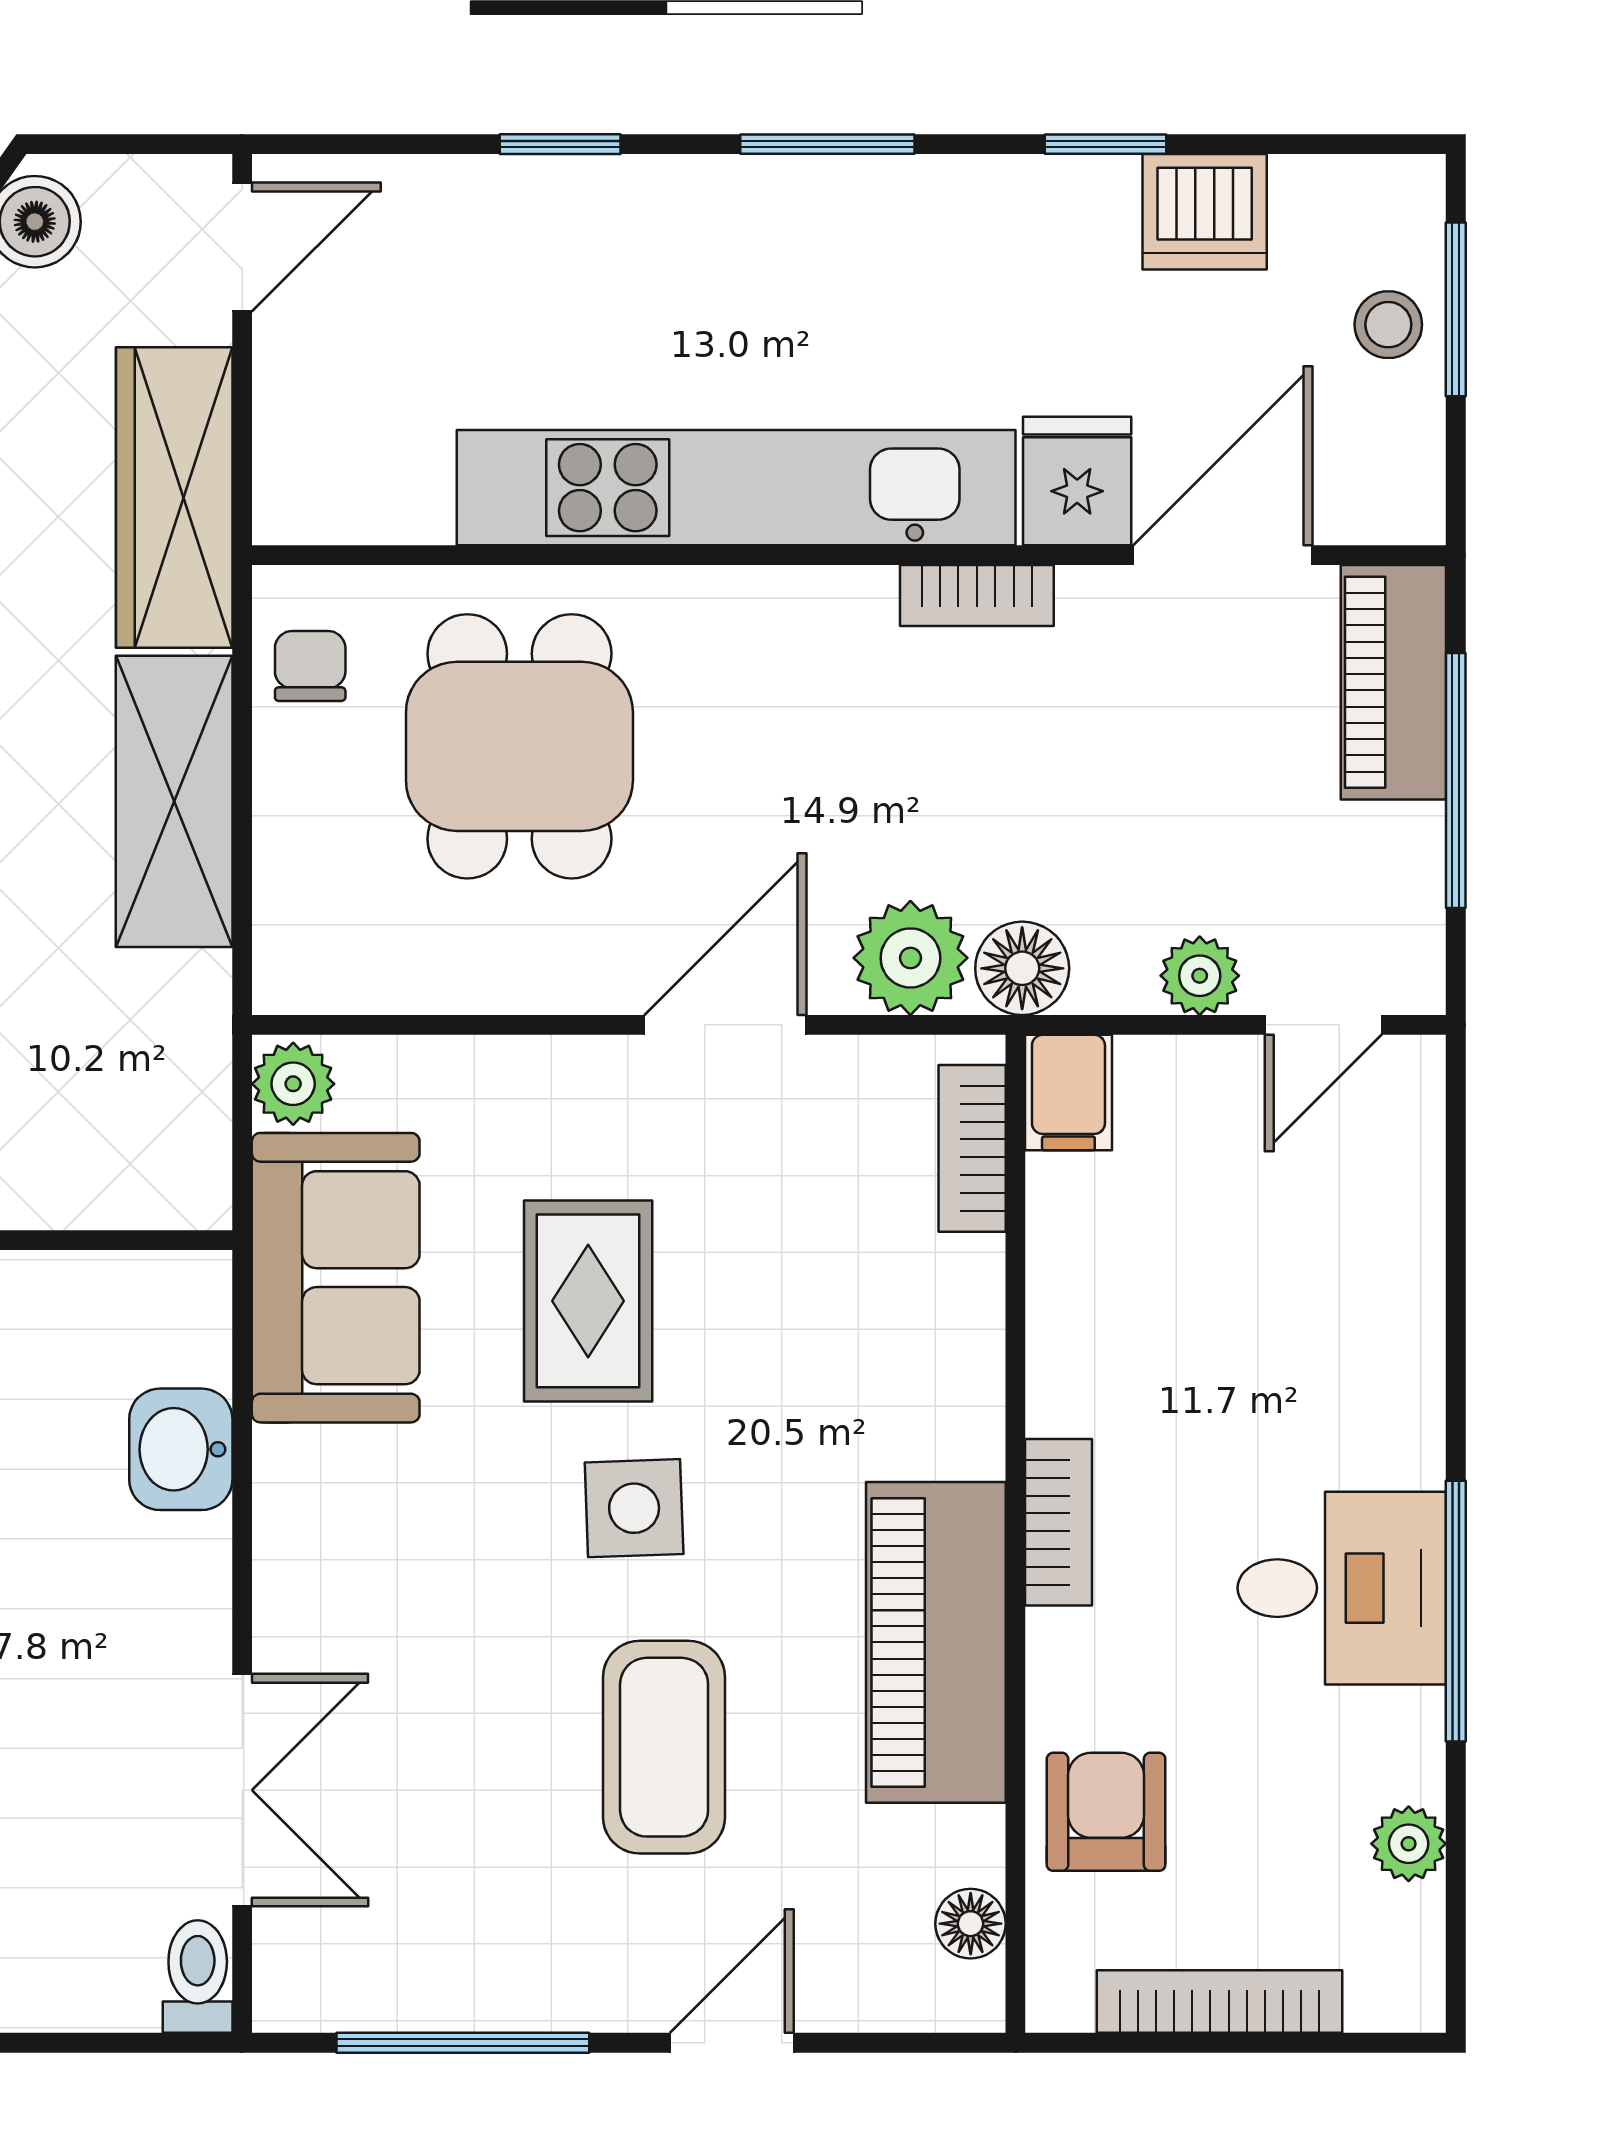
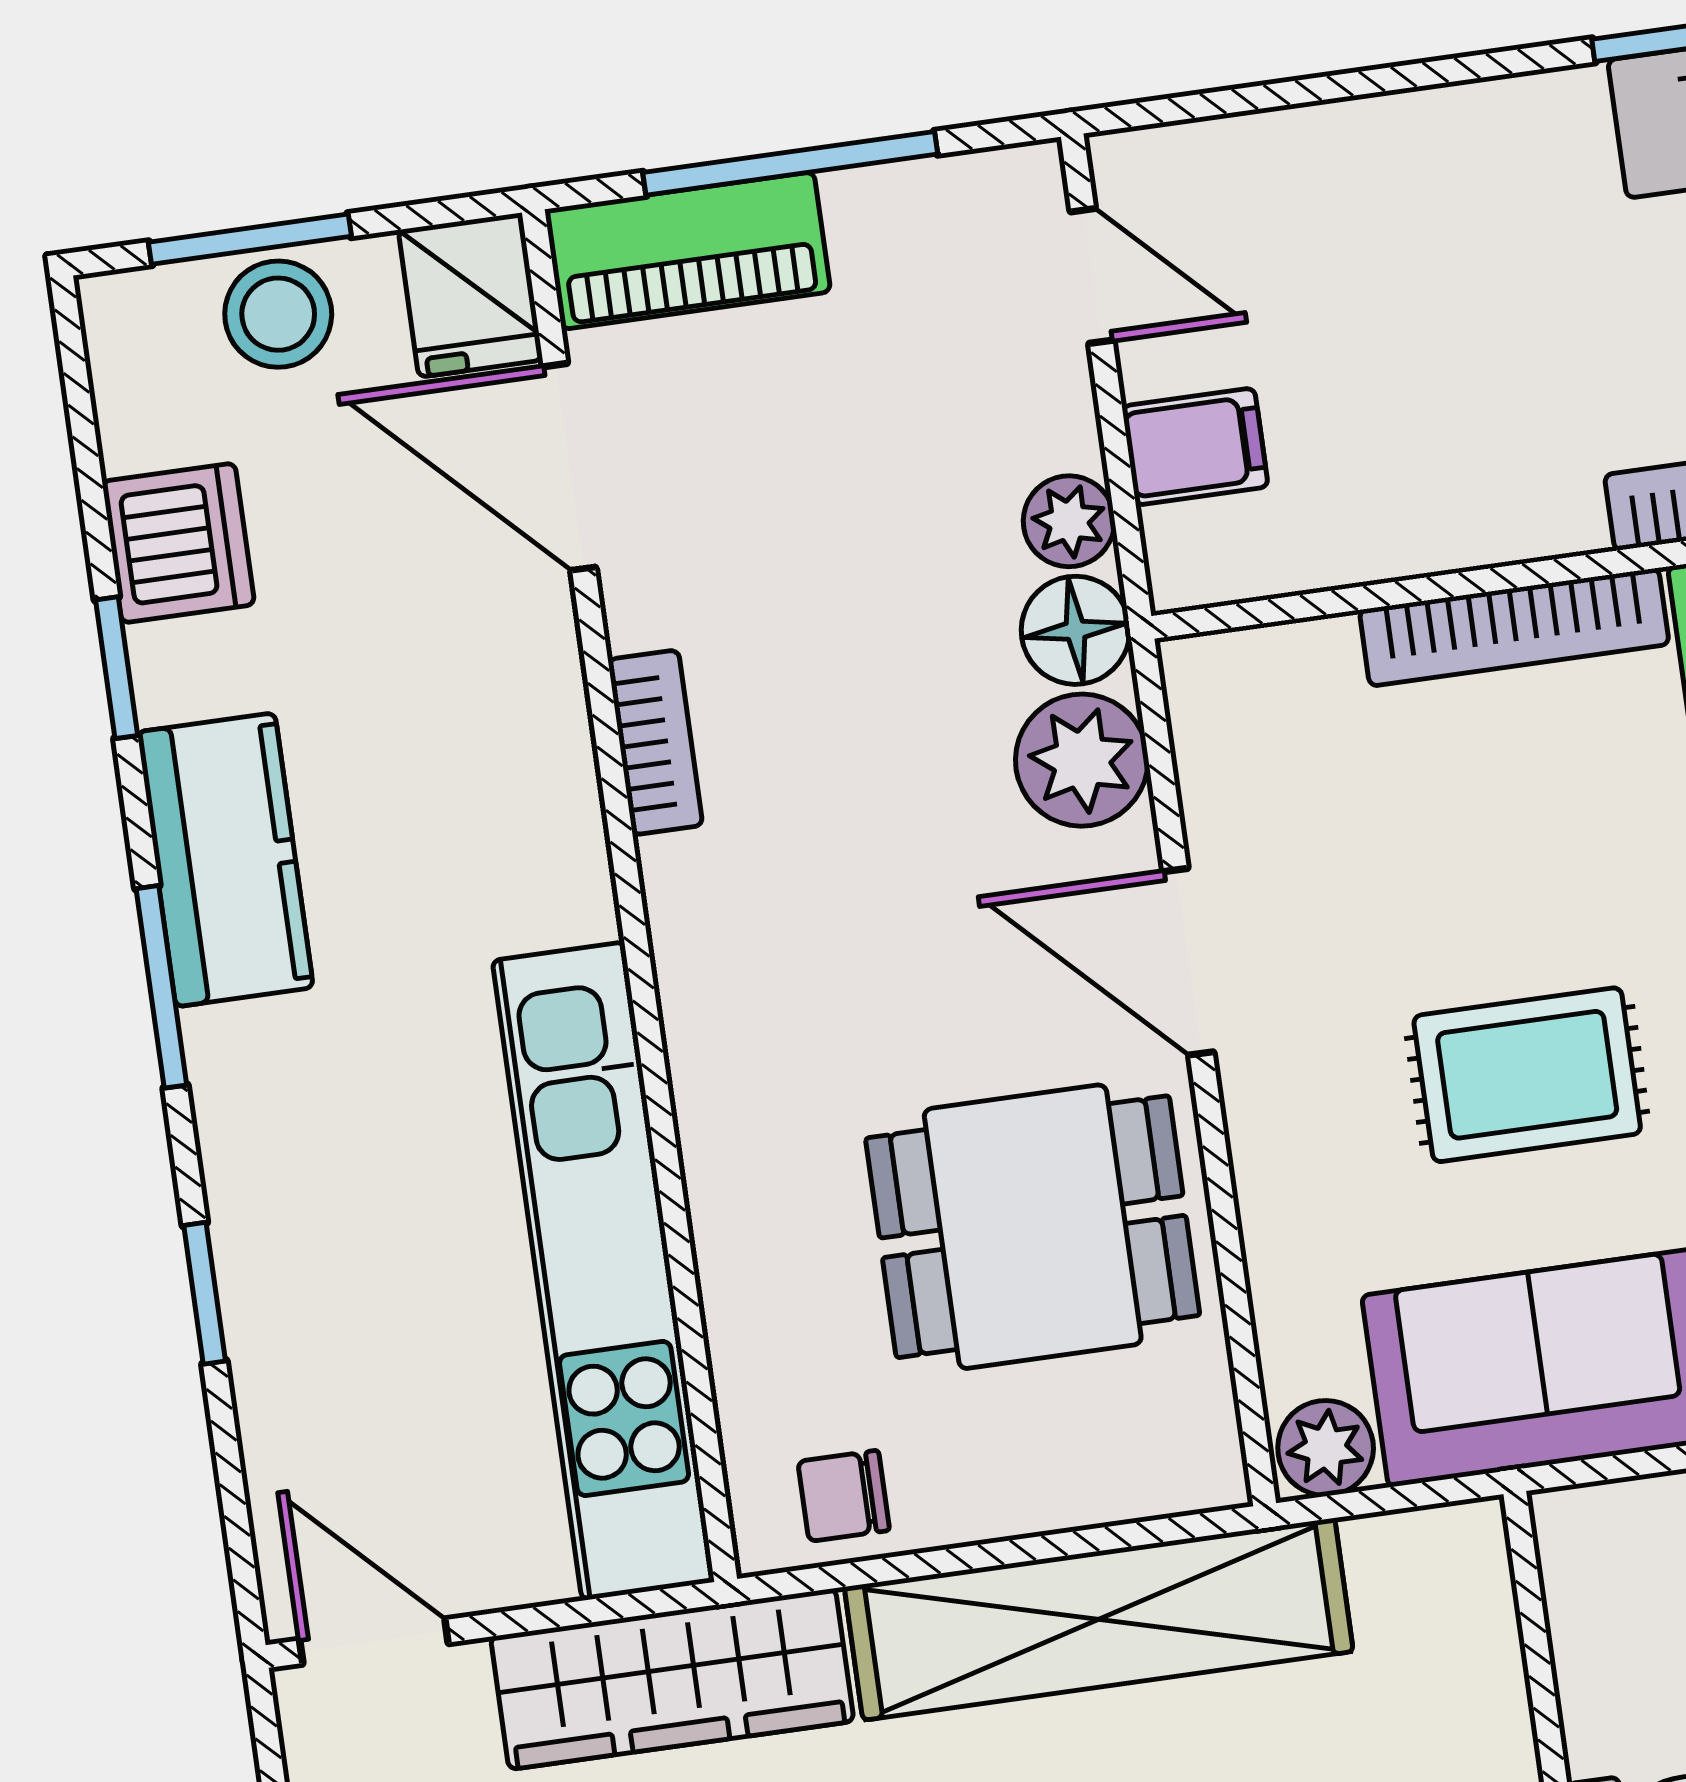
kitchen counter: (928, 214) -> (225, 860), added
stool: (1388, 325) -> (278, 314), width x1.37, depth x1.37
fridge: (1077, 481) -> (470, 295), moved, turned -90
kitchen unit: (736, 488) -> (603, 1271), moved
dining table: (519, 746) -> (1033, 1227), moved
shelving: (174, 801) -> (1099, 1619), width x1.47
plant: (1200, 976) -> (1069, 521), moved
filing cabinet: (1068, 1092) -> (1195, 447), moved
bookcase: (972, 1148) -> (1514, 627), moved, width x1.56

